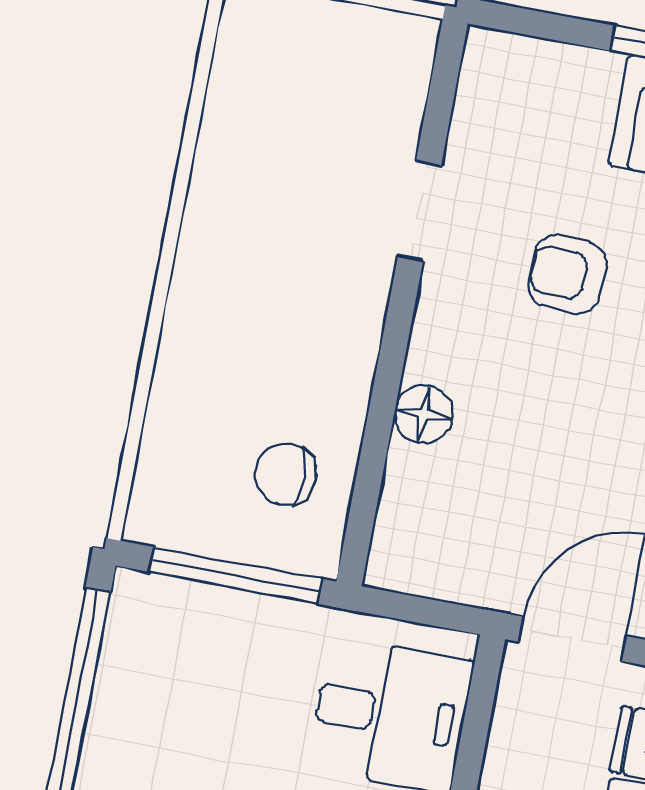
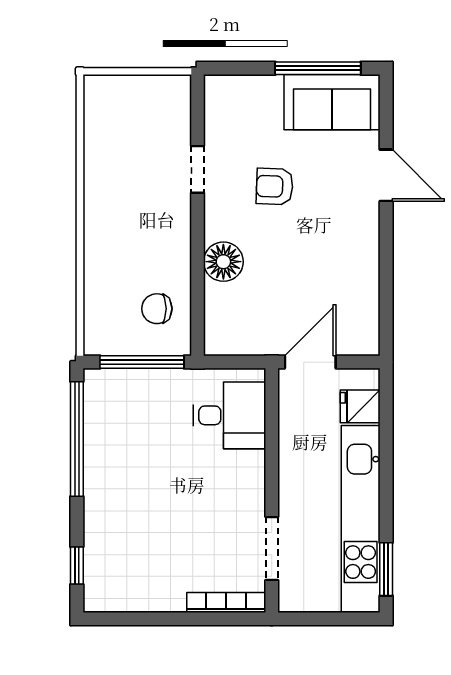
floor lamp: (424, 414) -> (223, 262), width x1.38, depth x1.38

